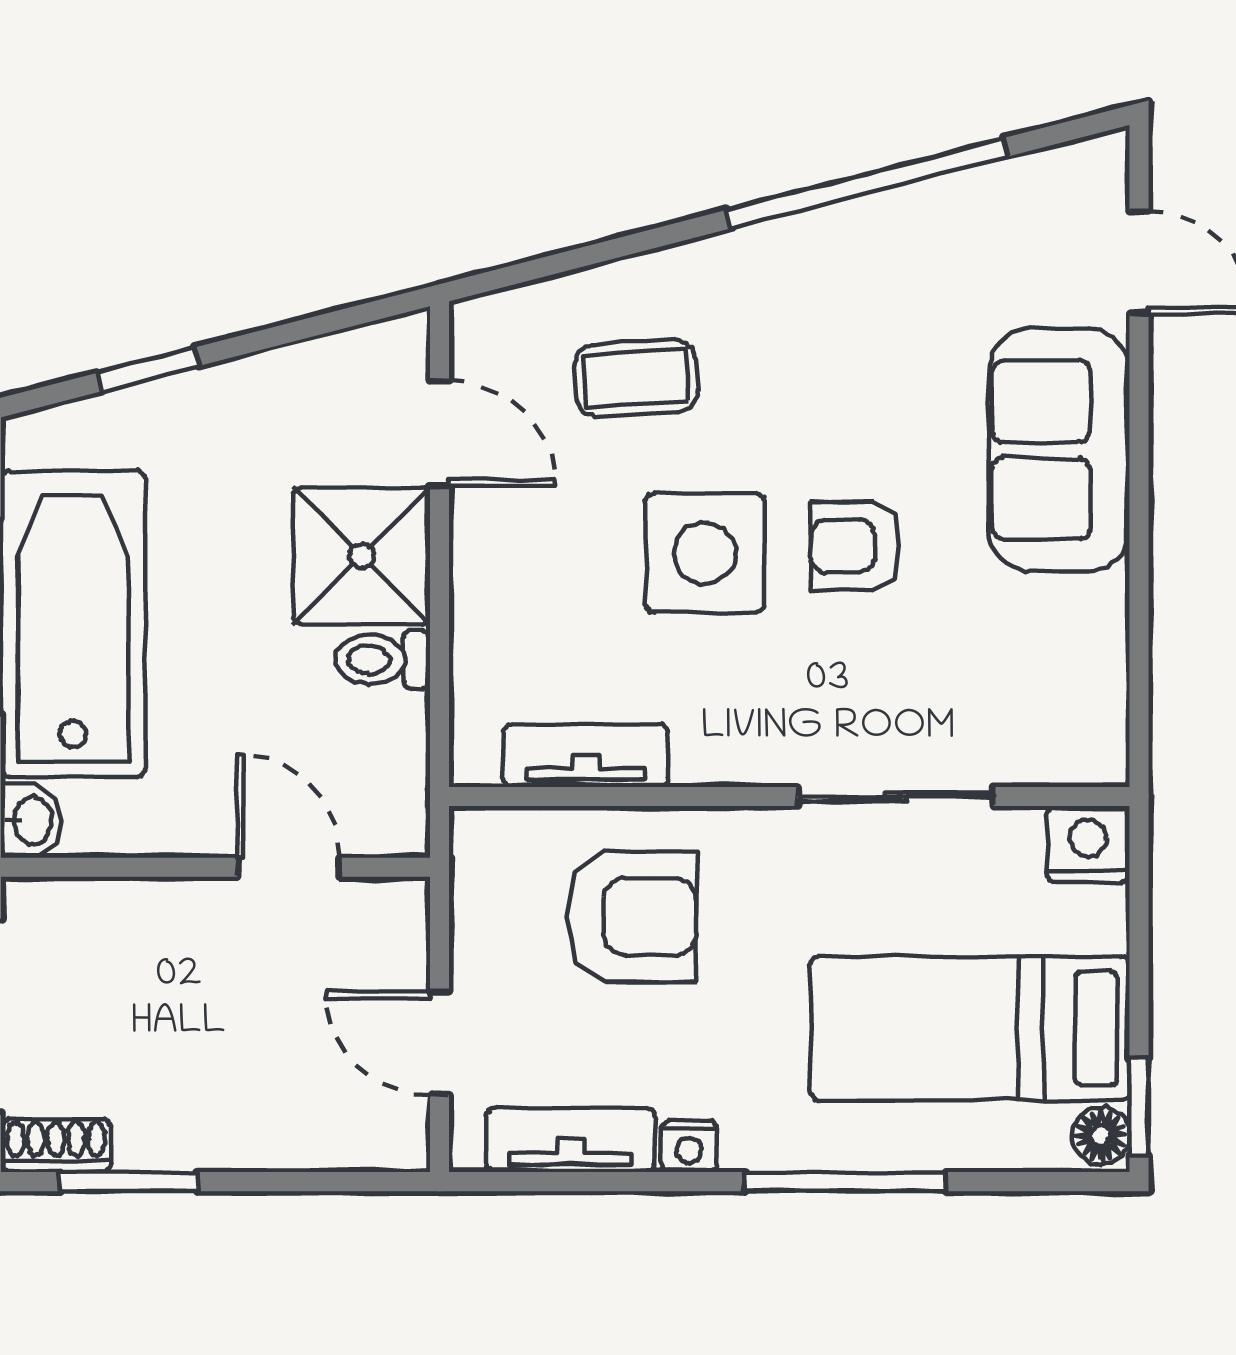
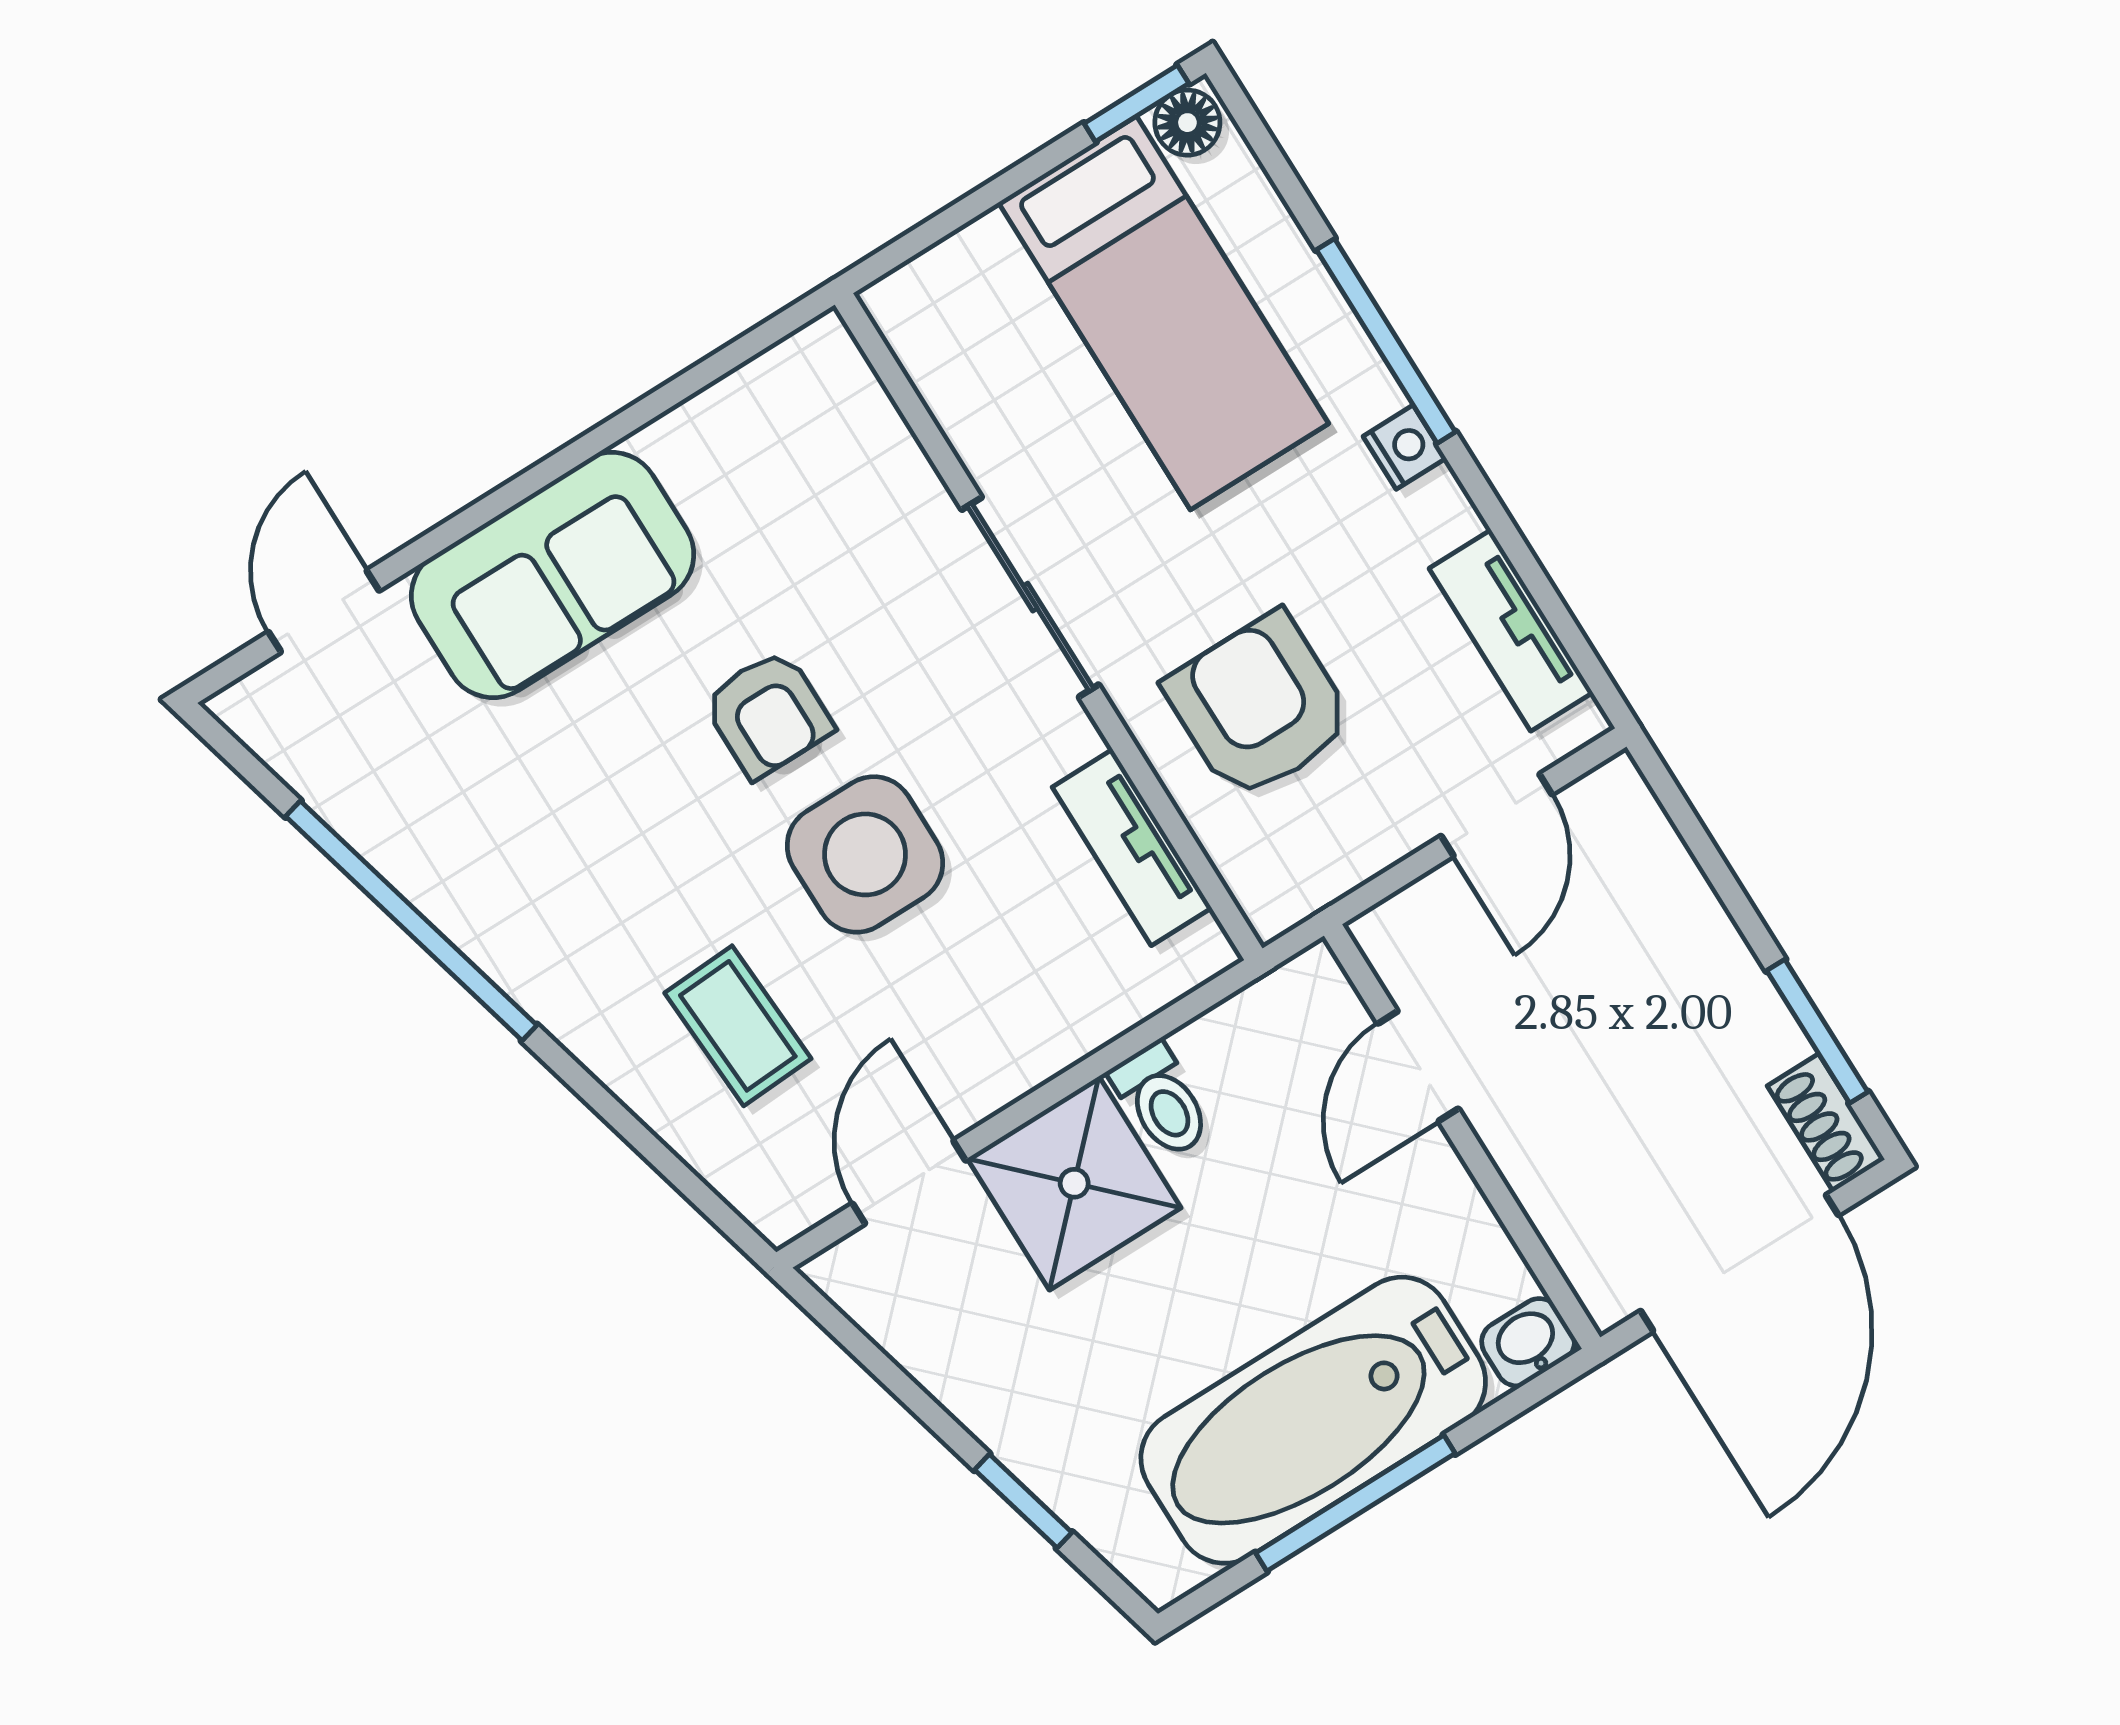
sliding door: (896, 797) -> (1030, 597), moved
nightstand: (1088, 844) -> (915, 310), removed
nightstand: (689, 1146) -> (1405, 447), moved

